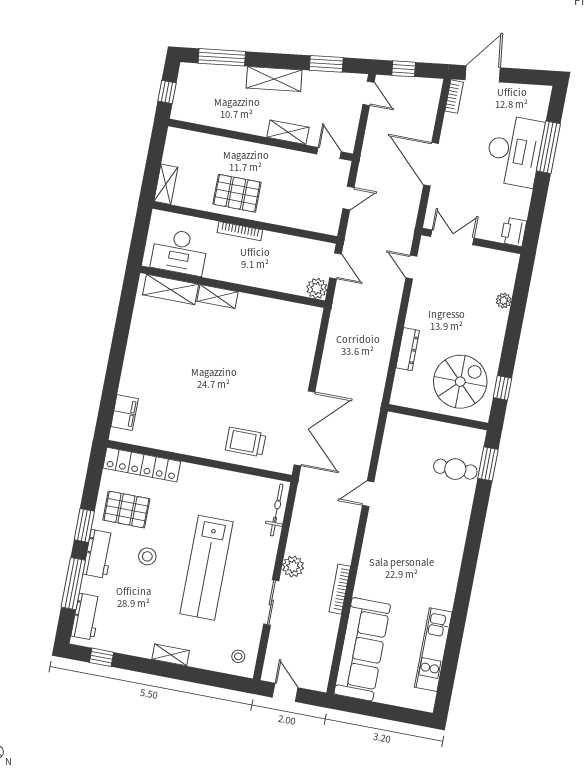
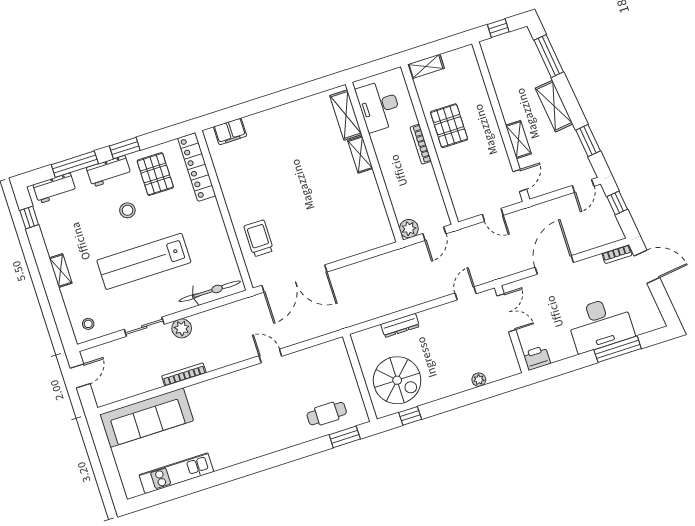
cafe table: (455, 469) -> (327, 414), turned 90
bicycle: (277, 510) -> (210, 291), width x1.37, depth x1.40

